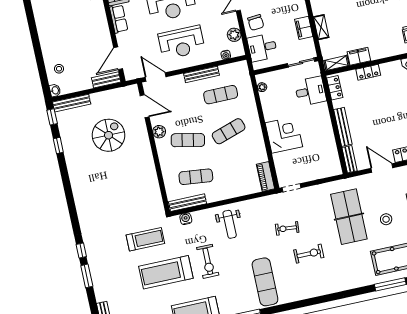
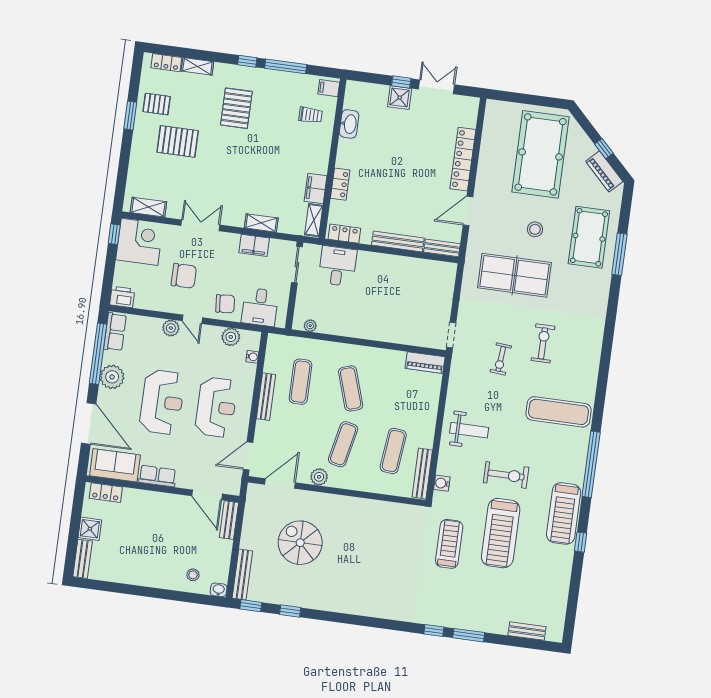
corner desk: (284, 135) -> (381, 320), removed

